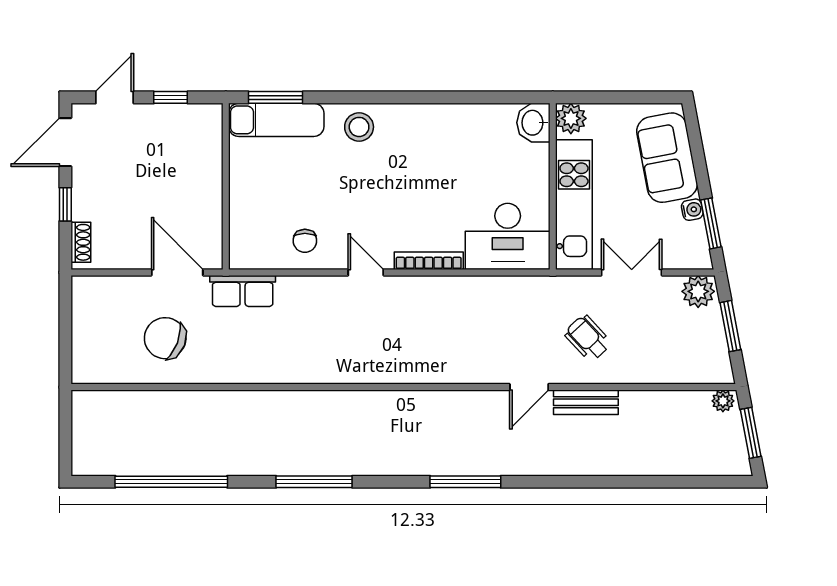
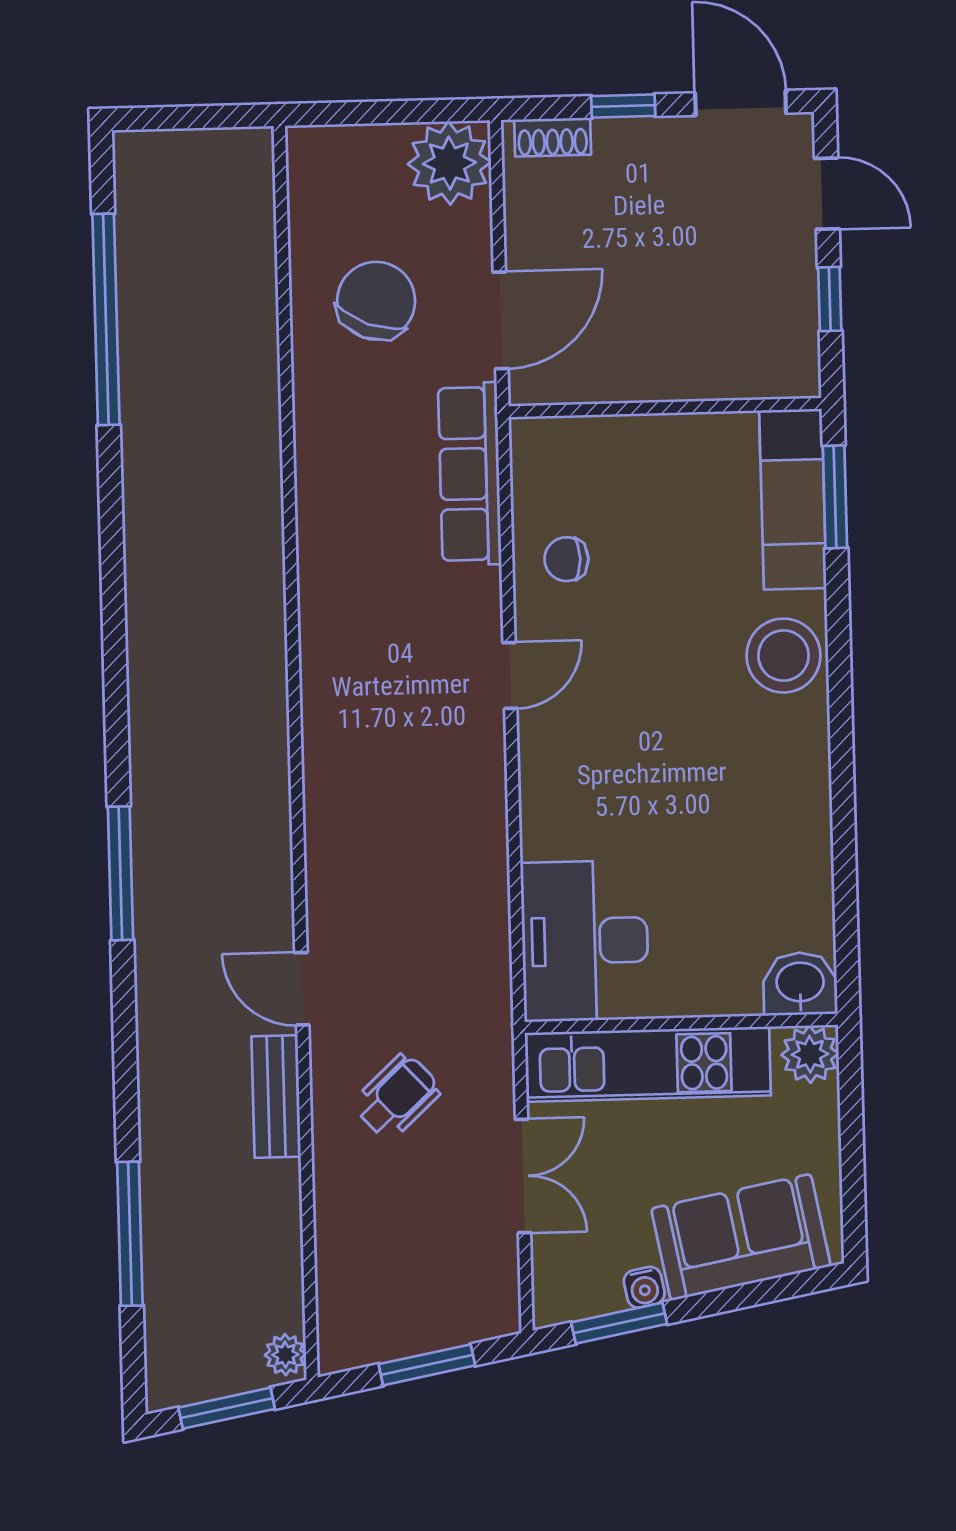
stool: (359, 127) -> (783, 656), width x1.38, depth x1.38
bookcase: (429, 261) -> (535, 793), removed
row of seats: (243, 291) -> (470, 474), width x1.48
plant: (698, 291) -> (449, 163), moved, width x1.36, depth x1.36
window: (314, 482) -> (130, 1234), moved

